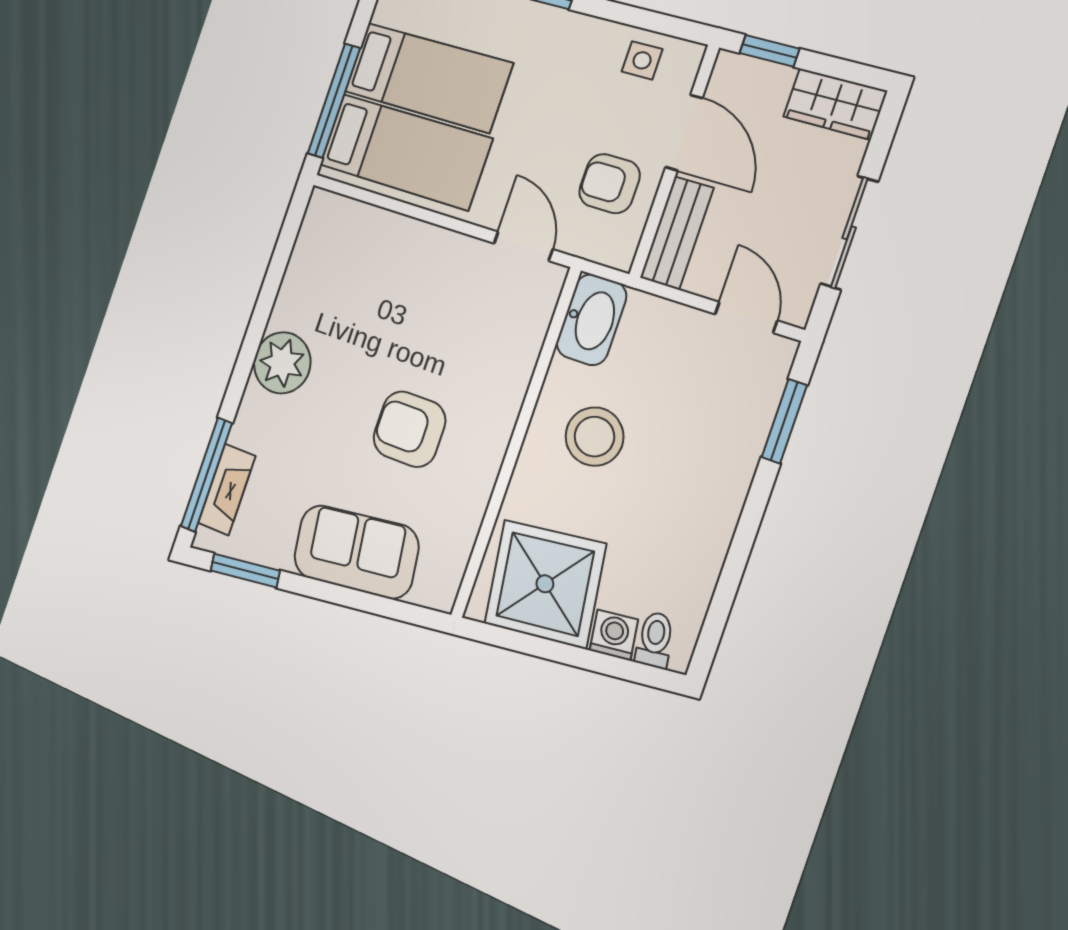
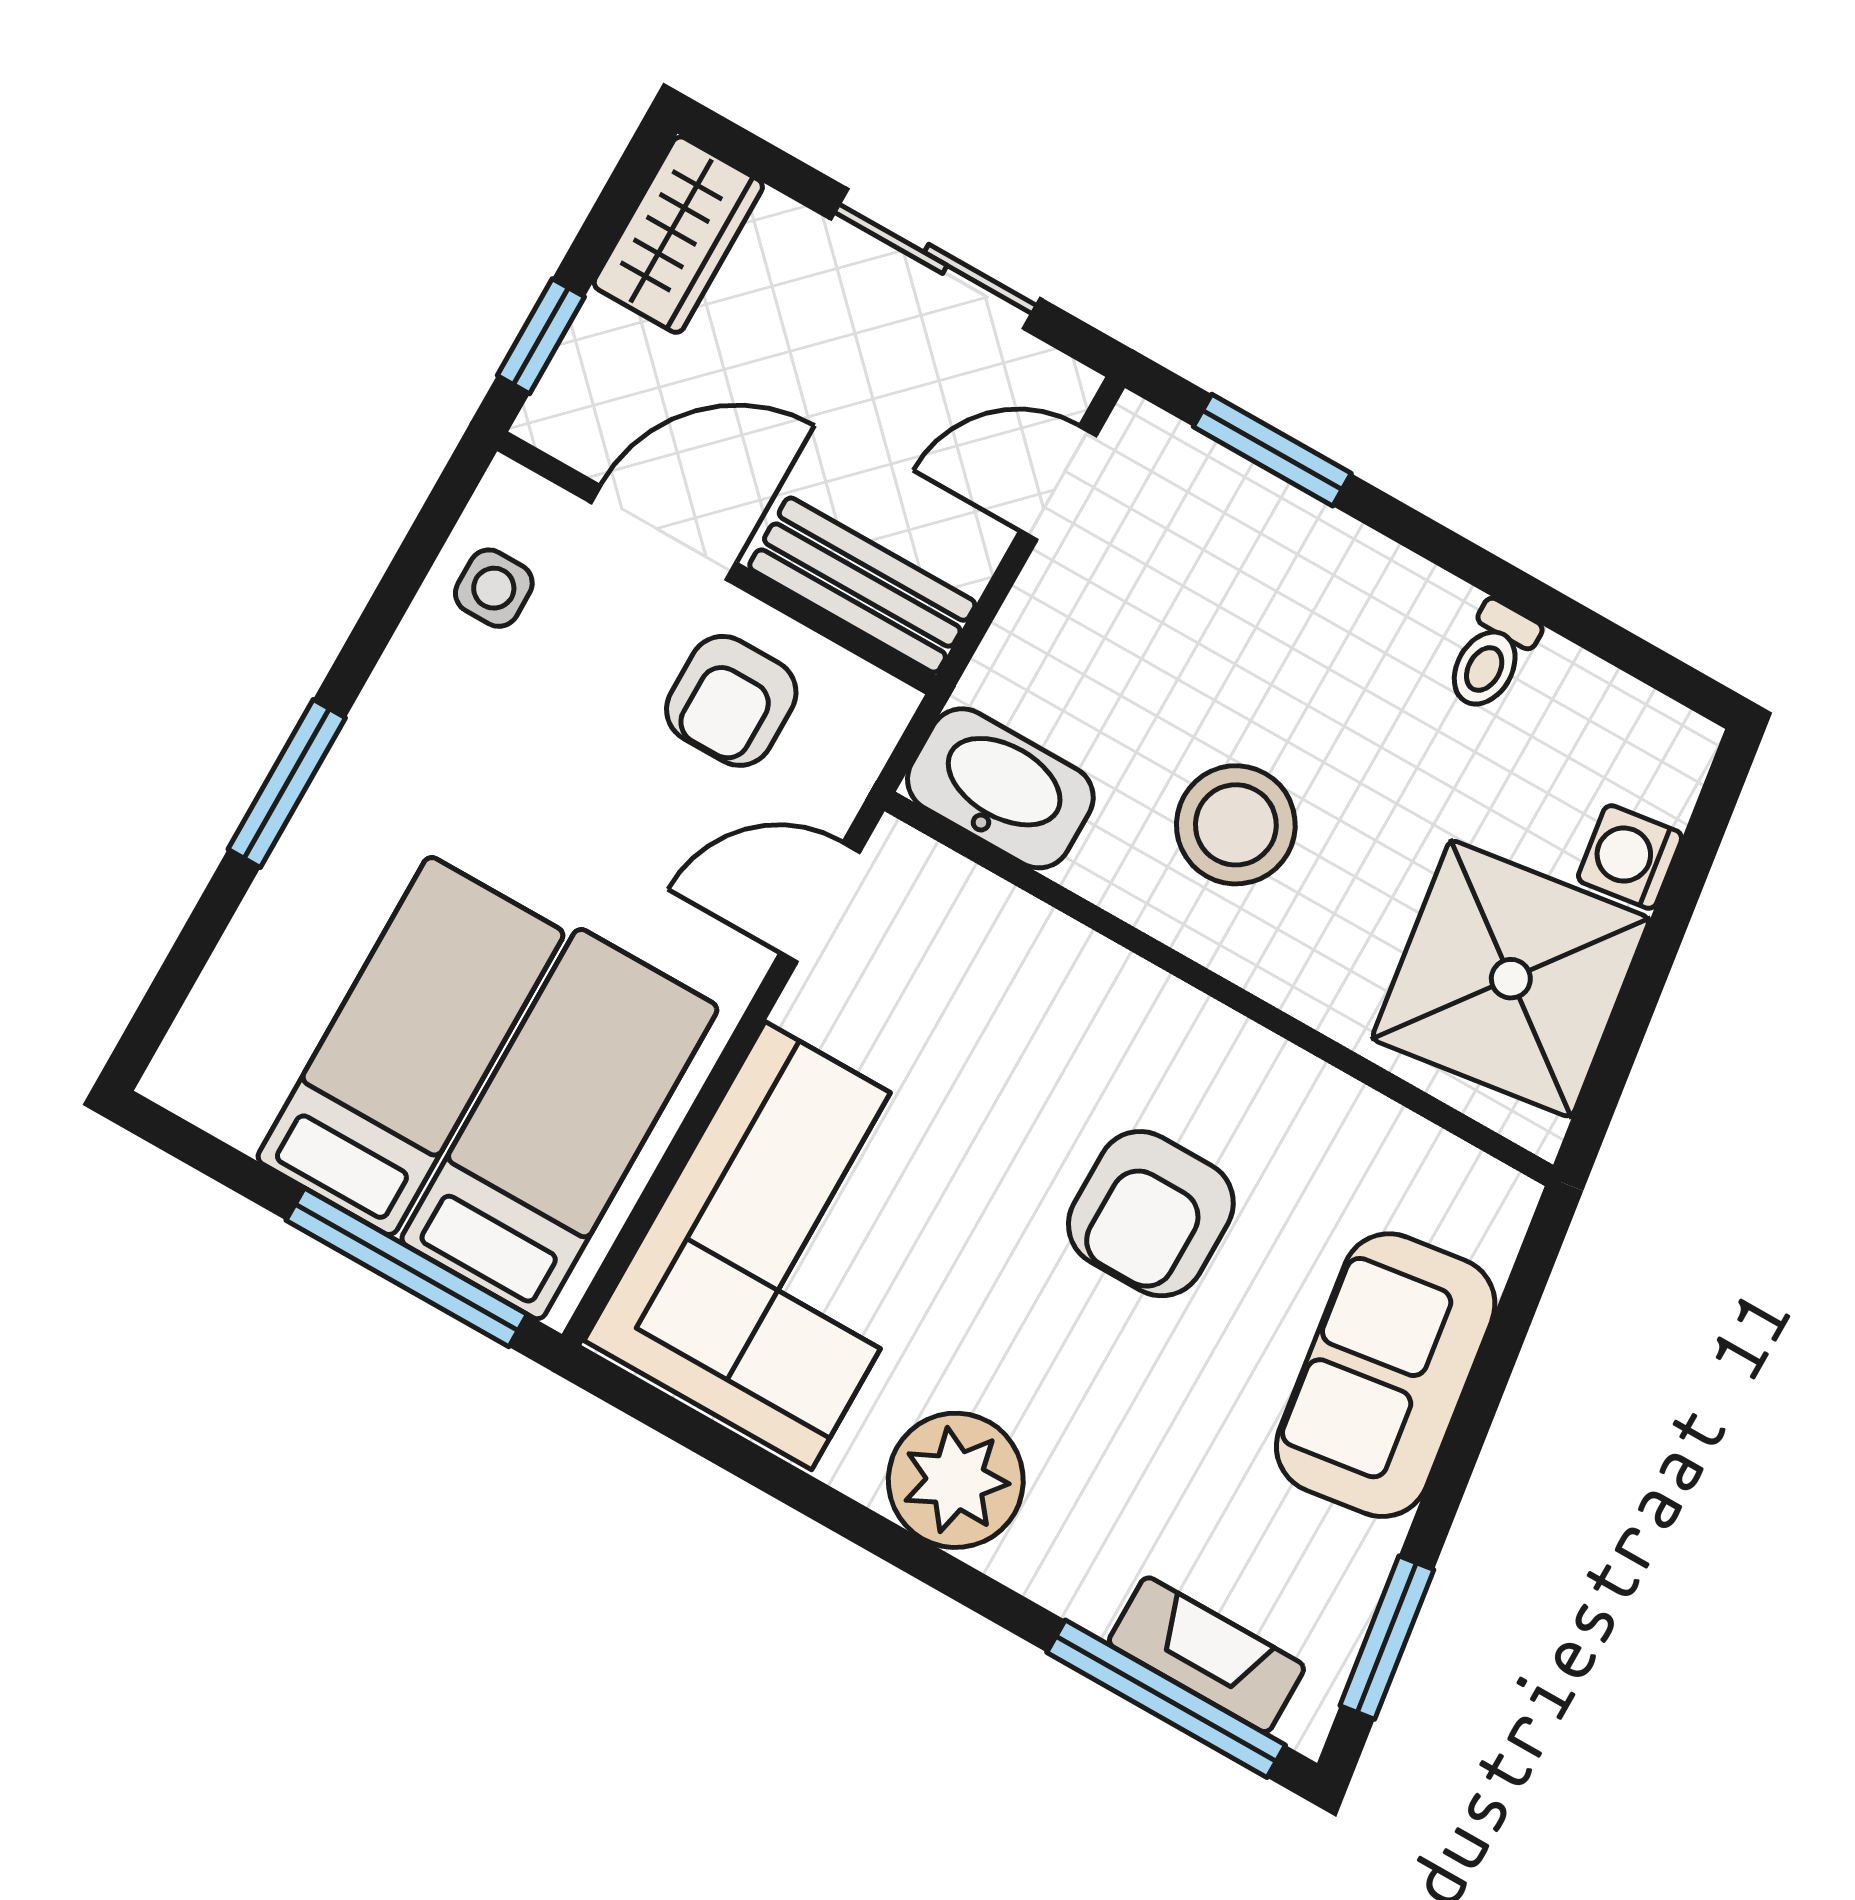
corner sofa: (369, 266) -> (788, 1246), added
toilet: (655, 640) -> (1491, 656), moved, turned -82

